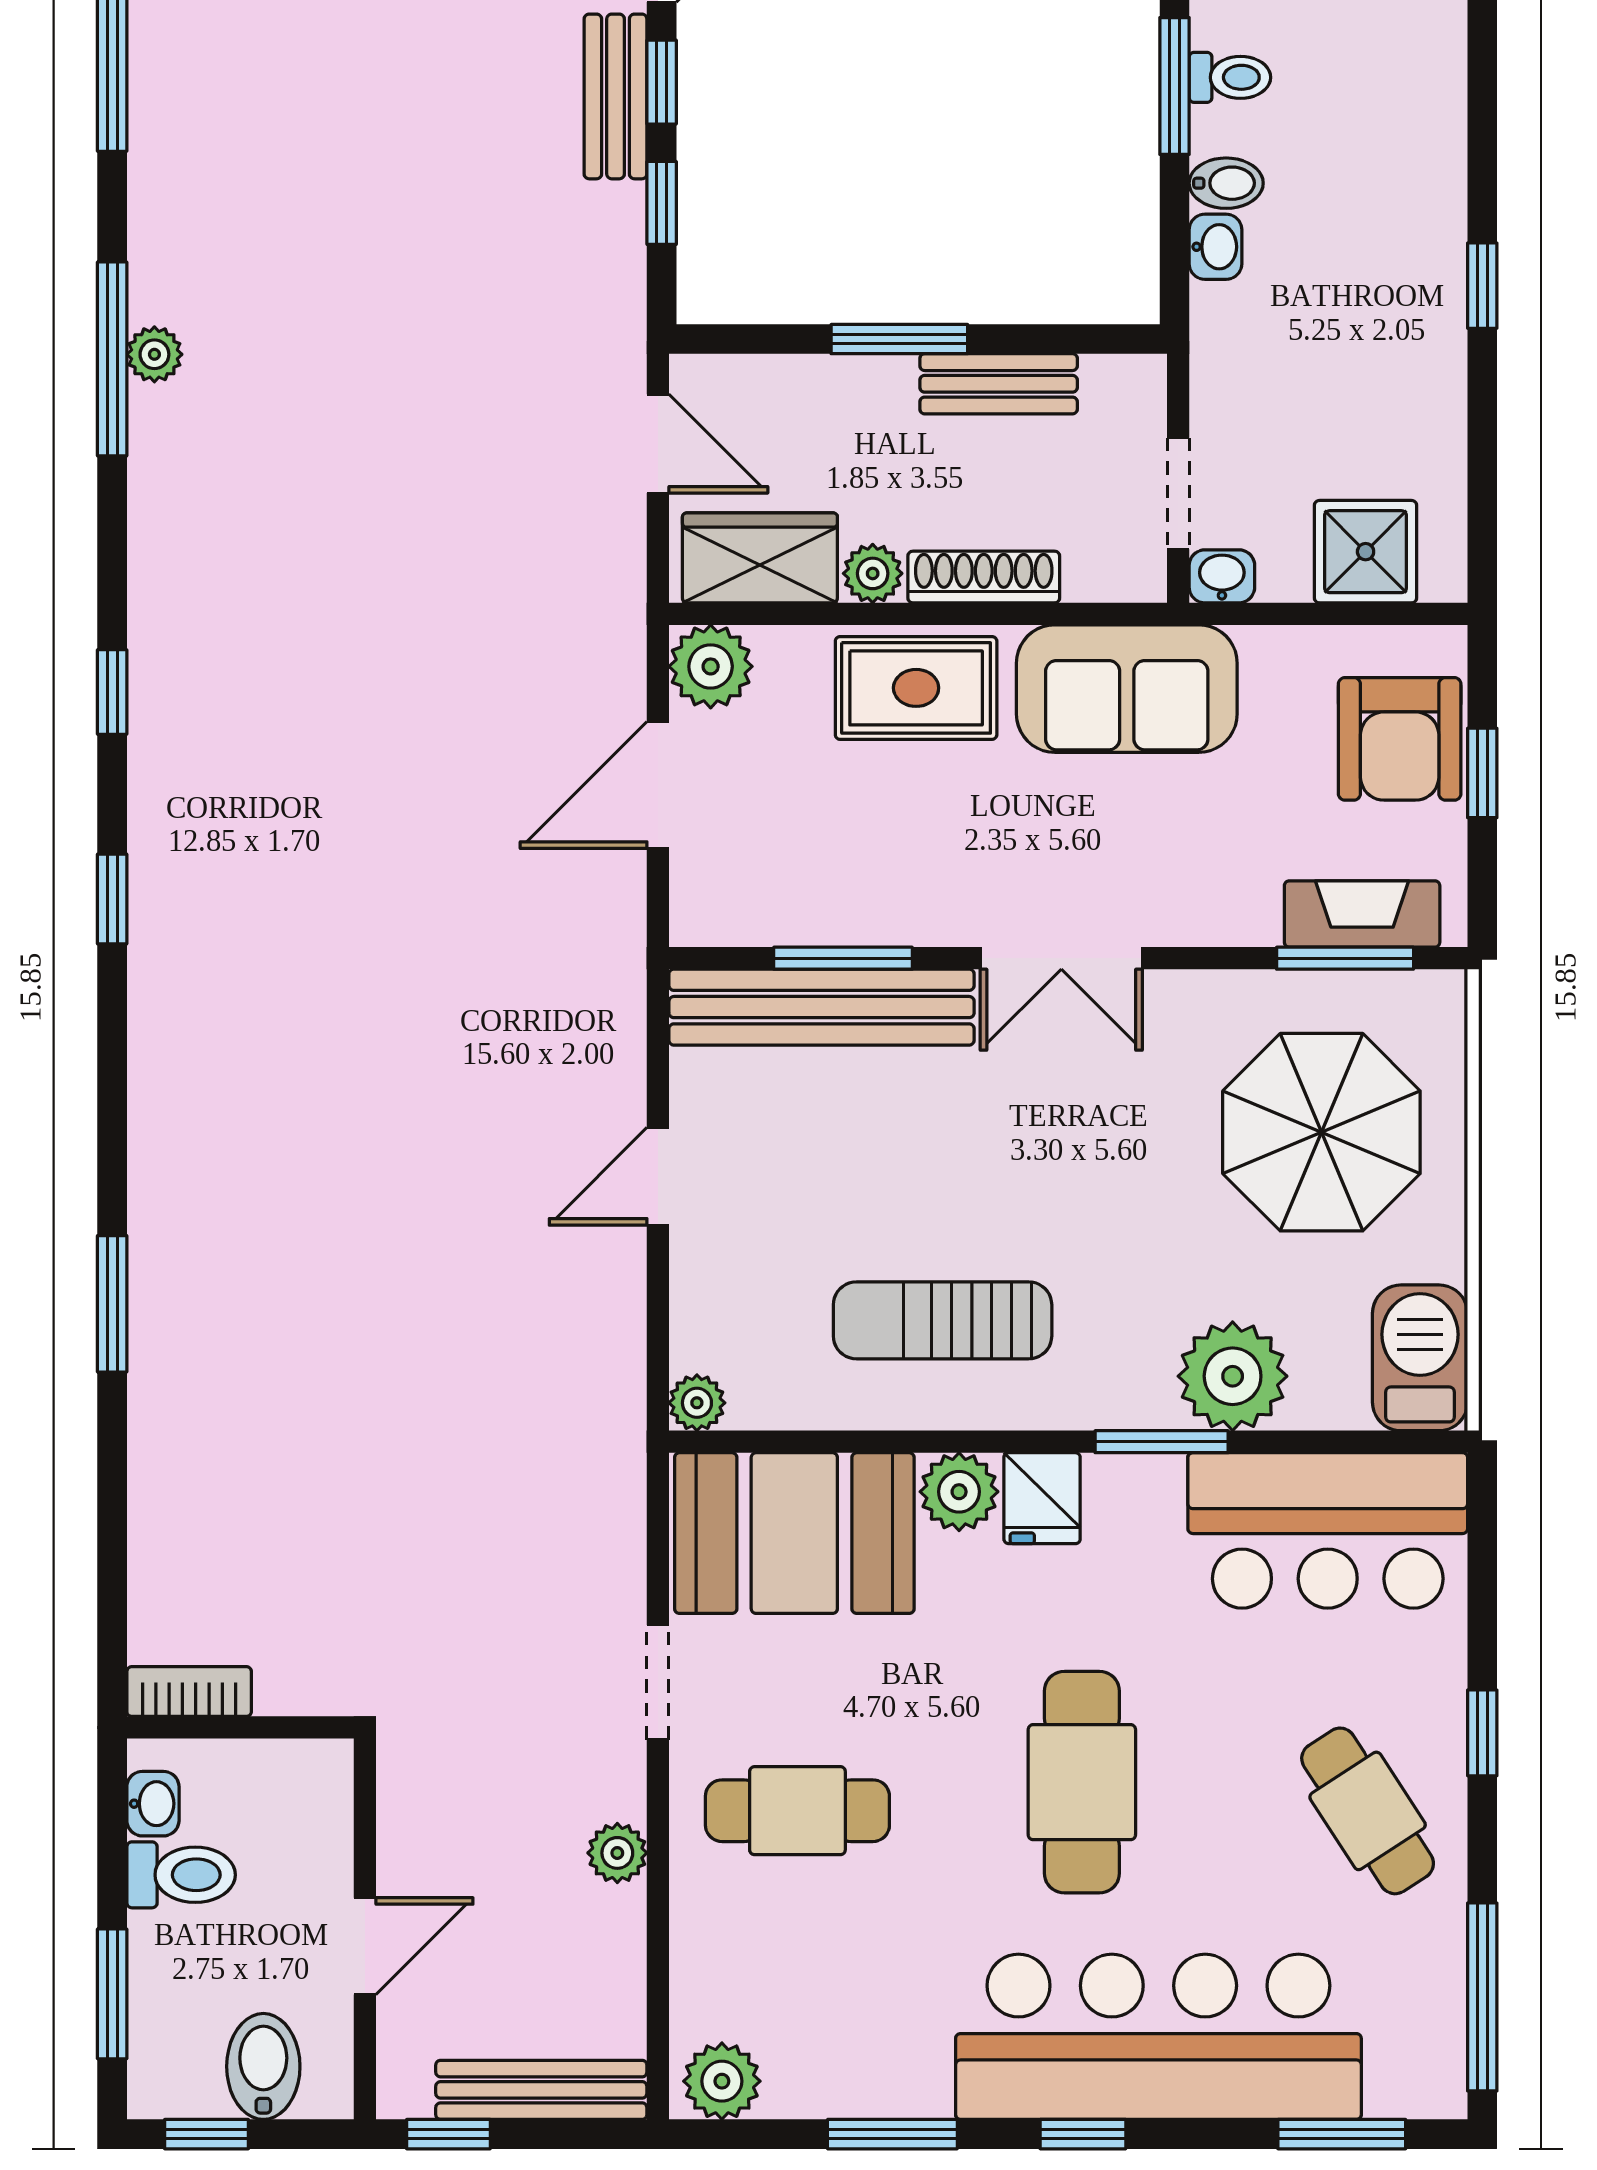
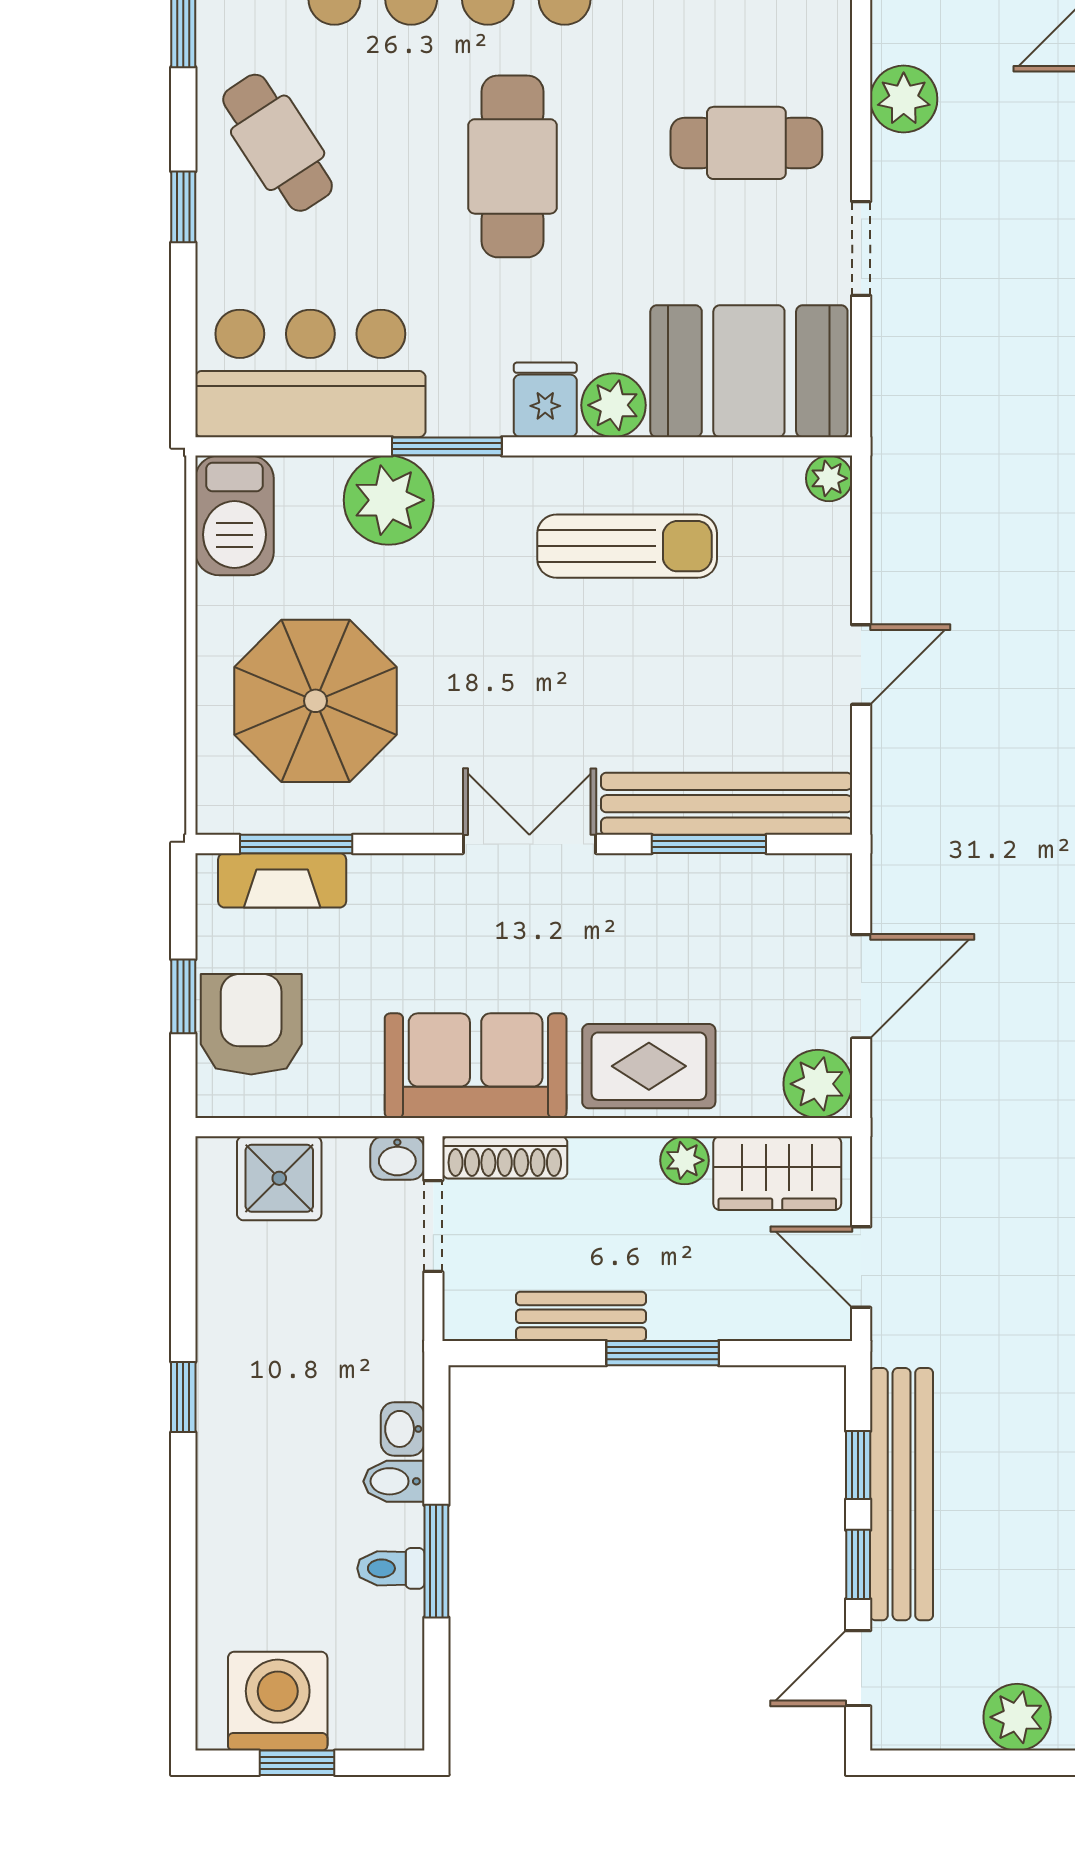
bench: (616, 96) -> (902, 1494), width x1.86, depth x1.21
shoe rack: (984, 577) -> (505, 1157), moved
plant: (617, 1853) -> (904, 99), width x1.38, depth x1.38

